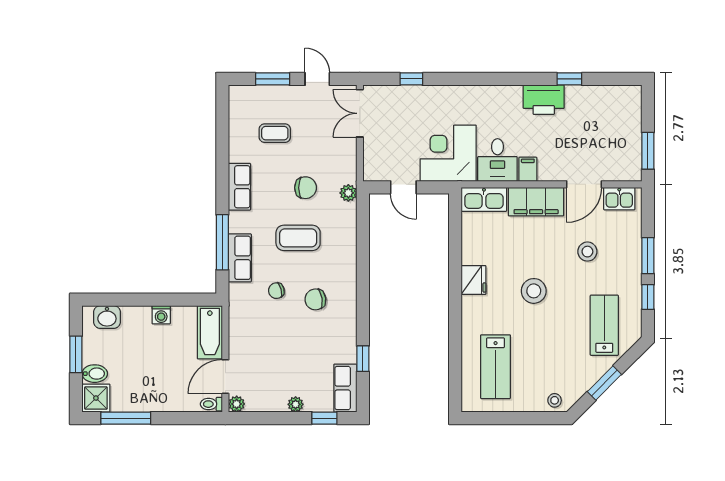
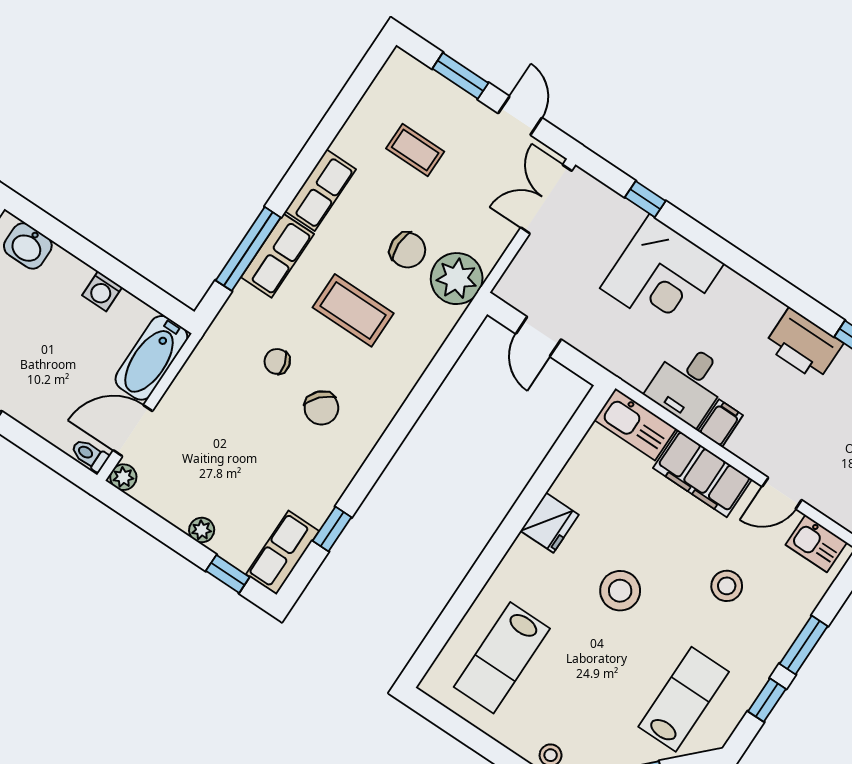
corner desk: (448, 153) -> (662, 276), moved, turned 180
door: (584, 184) -> (782, 493), width x0.73
plant: (348, 193) -> (457, 279), width x1.87, depth x1.87
row of seats: (240, 258) -> (277, 256), moved
chair: (315, 299) -> (321, 408), turned -128

